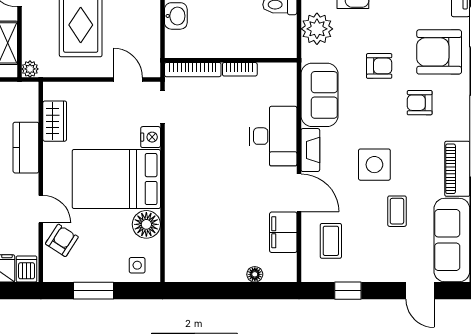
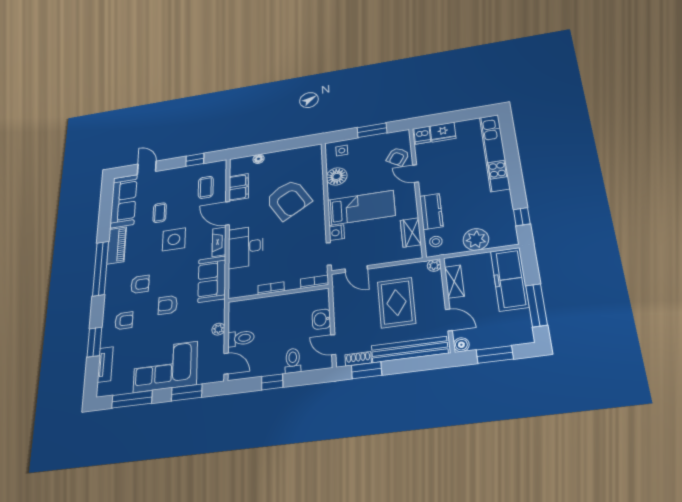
plant: (317, 29) -> (218, 329), width x0.53, depth x0.53
armchair: (439, 52) -> (124, 321), width x0.53, depth x0.53
bookcase: (193, 70) -> (315, 282), width x0.64
stool: (24, 103) -> (436, 242), added
bed: (116, 179) -> (361, 208), width x0.67
armchair: (214, 199) -> (288, 200), added

